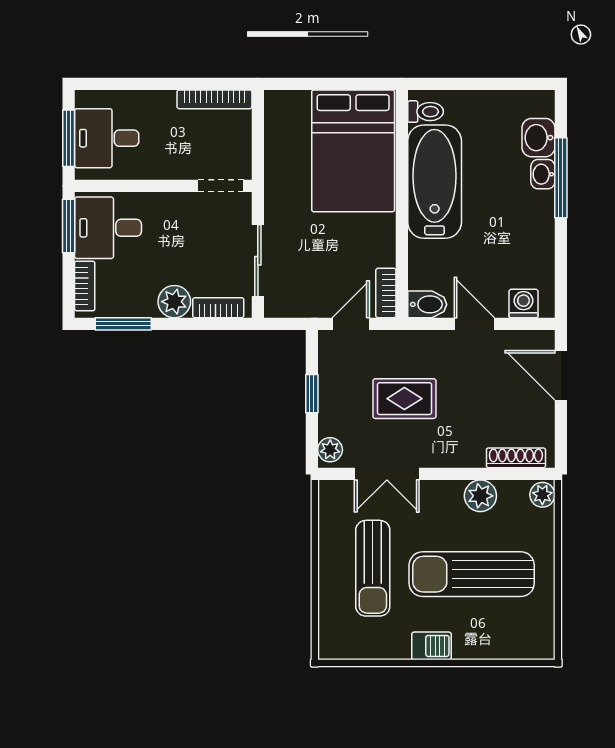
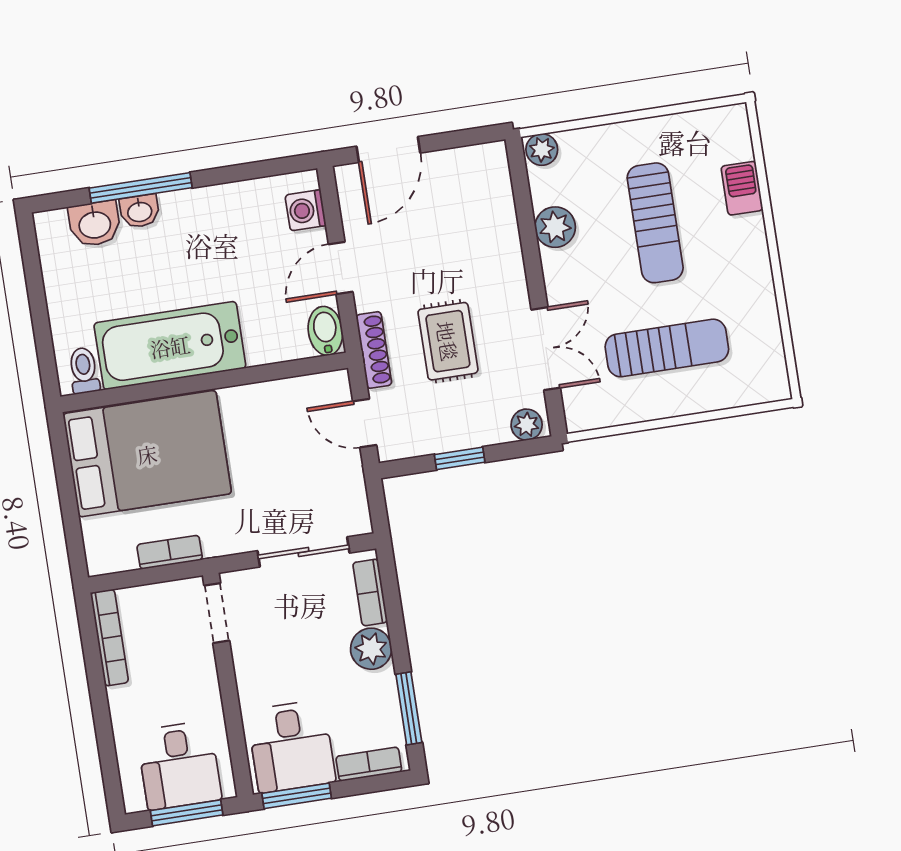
bookcase: (386, 293) -> (170, 552), moved, turned 180
shoe rack: (516, 458) -> (374, 350), moved, turned 180
sun lounger: (472, 574) -> (655, 223), width x0.73, depth x0.75
barbecue: (431, 646) -> (742, 188), moved

